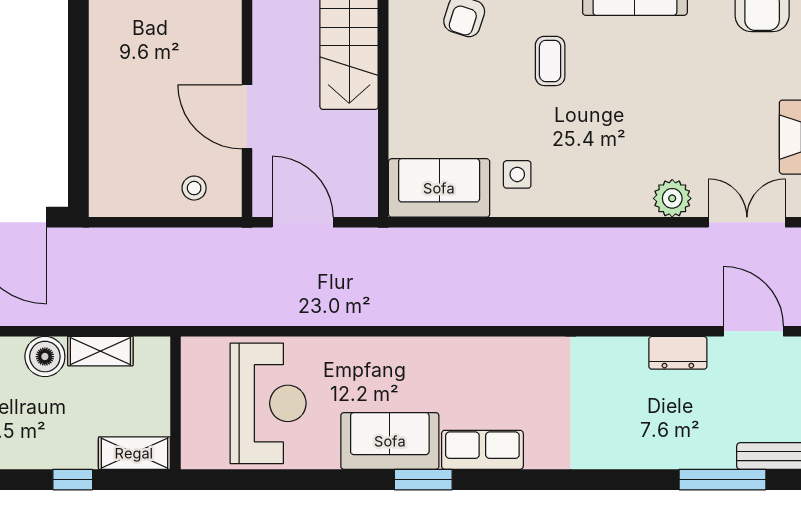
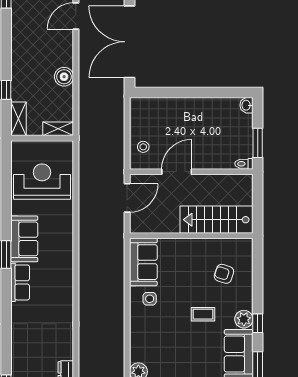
shelving: (100, 351) -> (58, 129), moved, turned 90
reception desk: (268, 403) -> (42, 182), turned 180

